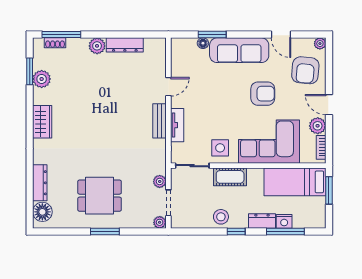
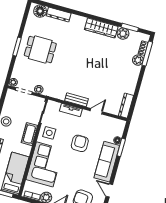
door: (281, 35) -> (109, 190), hinge flipped
dresser: (125, 45) -> (126, 106), moved
plant: (97, 46) -> (138, 60), moved
door: (168, 87) -> (96, 111), swing flipped
armchair: (263, 94) -> (80, 143), moved, turned 180
wardrobe: (42, 122) -> (101, 28), width x1.50
dining table: (100, 196) -> (40, 50), turned 90

